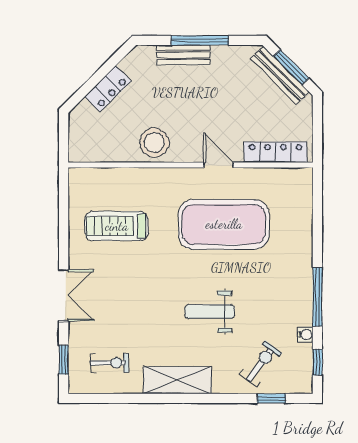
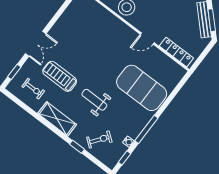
door: (218, 165) -> (147, 38), swing flipped
exercise mat: (224, 224) -> (142, 88), moved
treadmill: (117, 226) -> (60, 76), moved
window: (271, 398) -> (77, 147), moved

